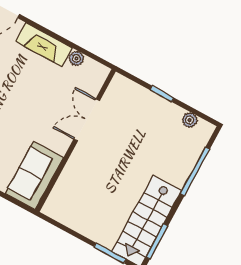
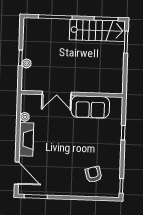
plant: (190, 120) -> (27, 64), moved
sofa: (34, 175) -> (90, 107), moved

